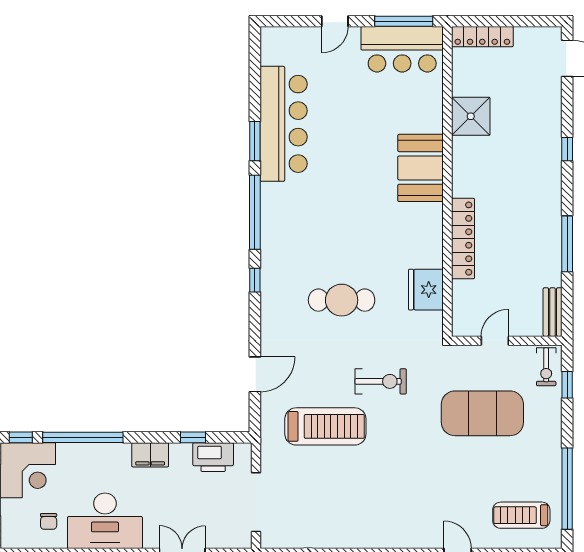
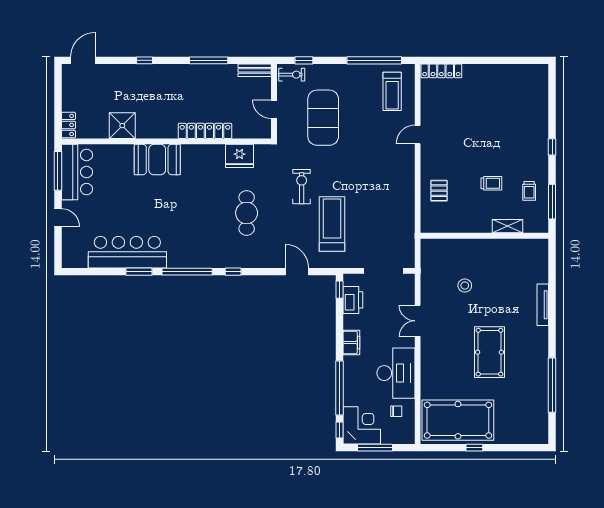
locker: (482, 37) -> (68, 125), width x0.66
window: (193, 437) -> (339, 290), moved

